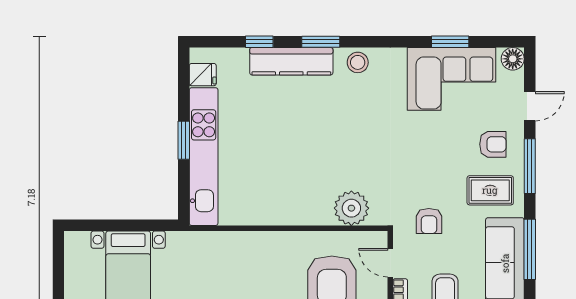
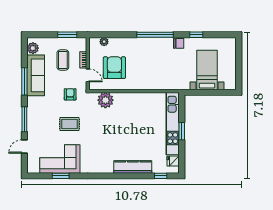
window: (259, 42) -> (161, 176), moved
window: (321, 42) -> (119, 176), removed
floor lamp: (513, 59) -> (32, 168), removed
stool: (358, 62) -> (103, 166), removed
armchair: (493, 144) -> (41, 129), removed
rug: (490, 190) -> (70, 124), moved

